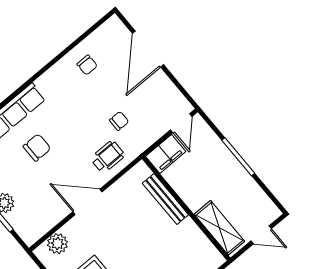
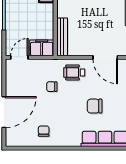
chair: (37, 148) -> (95, 106), moved
bench: (165, 199) -> (62, 37), moved

